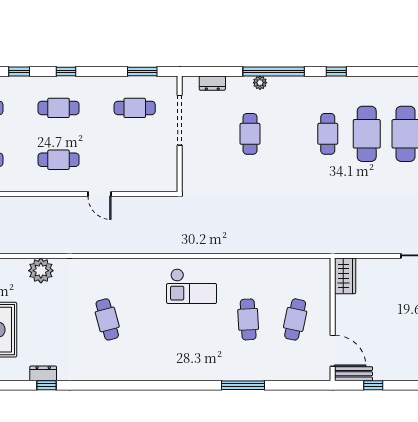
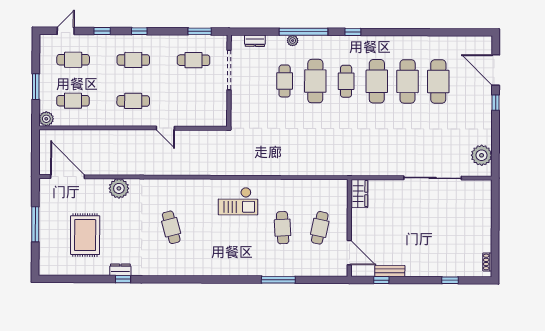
cafe table: (289, 134) -> (315, 81), added
bench: (354, 374) -> (390, 271), moved

